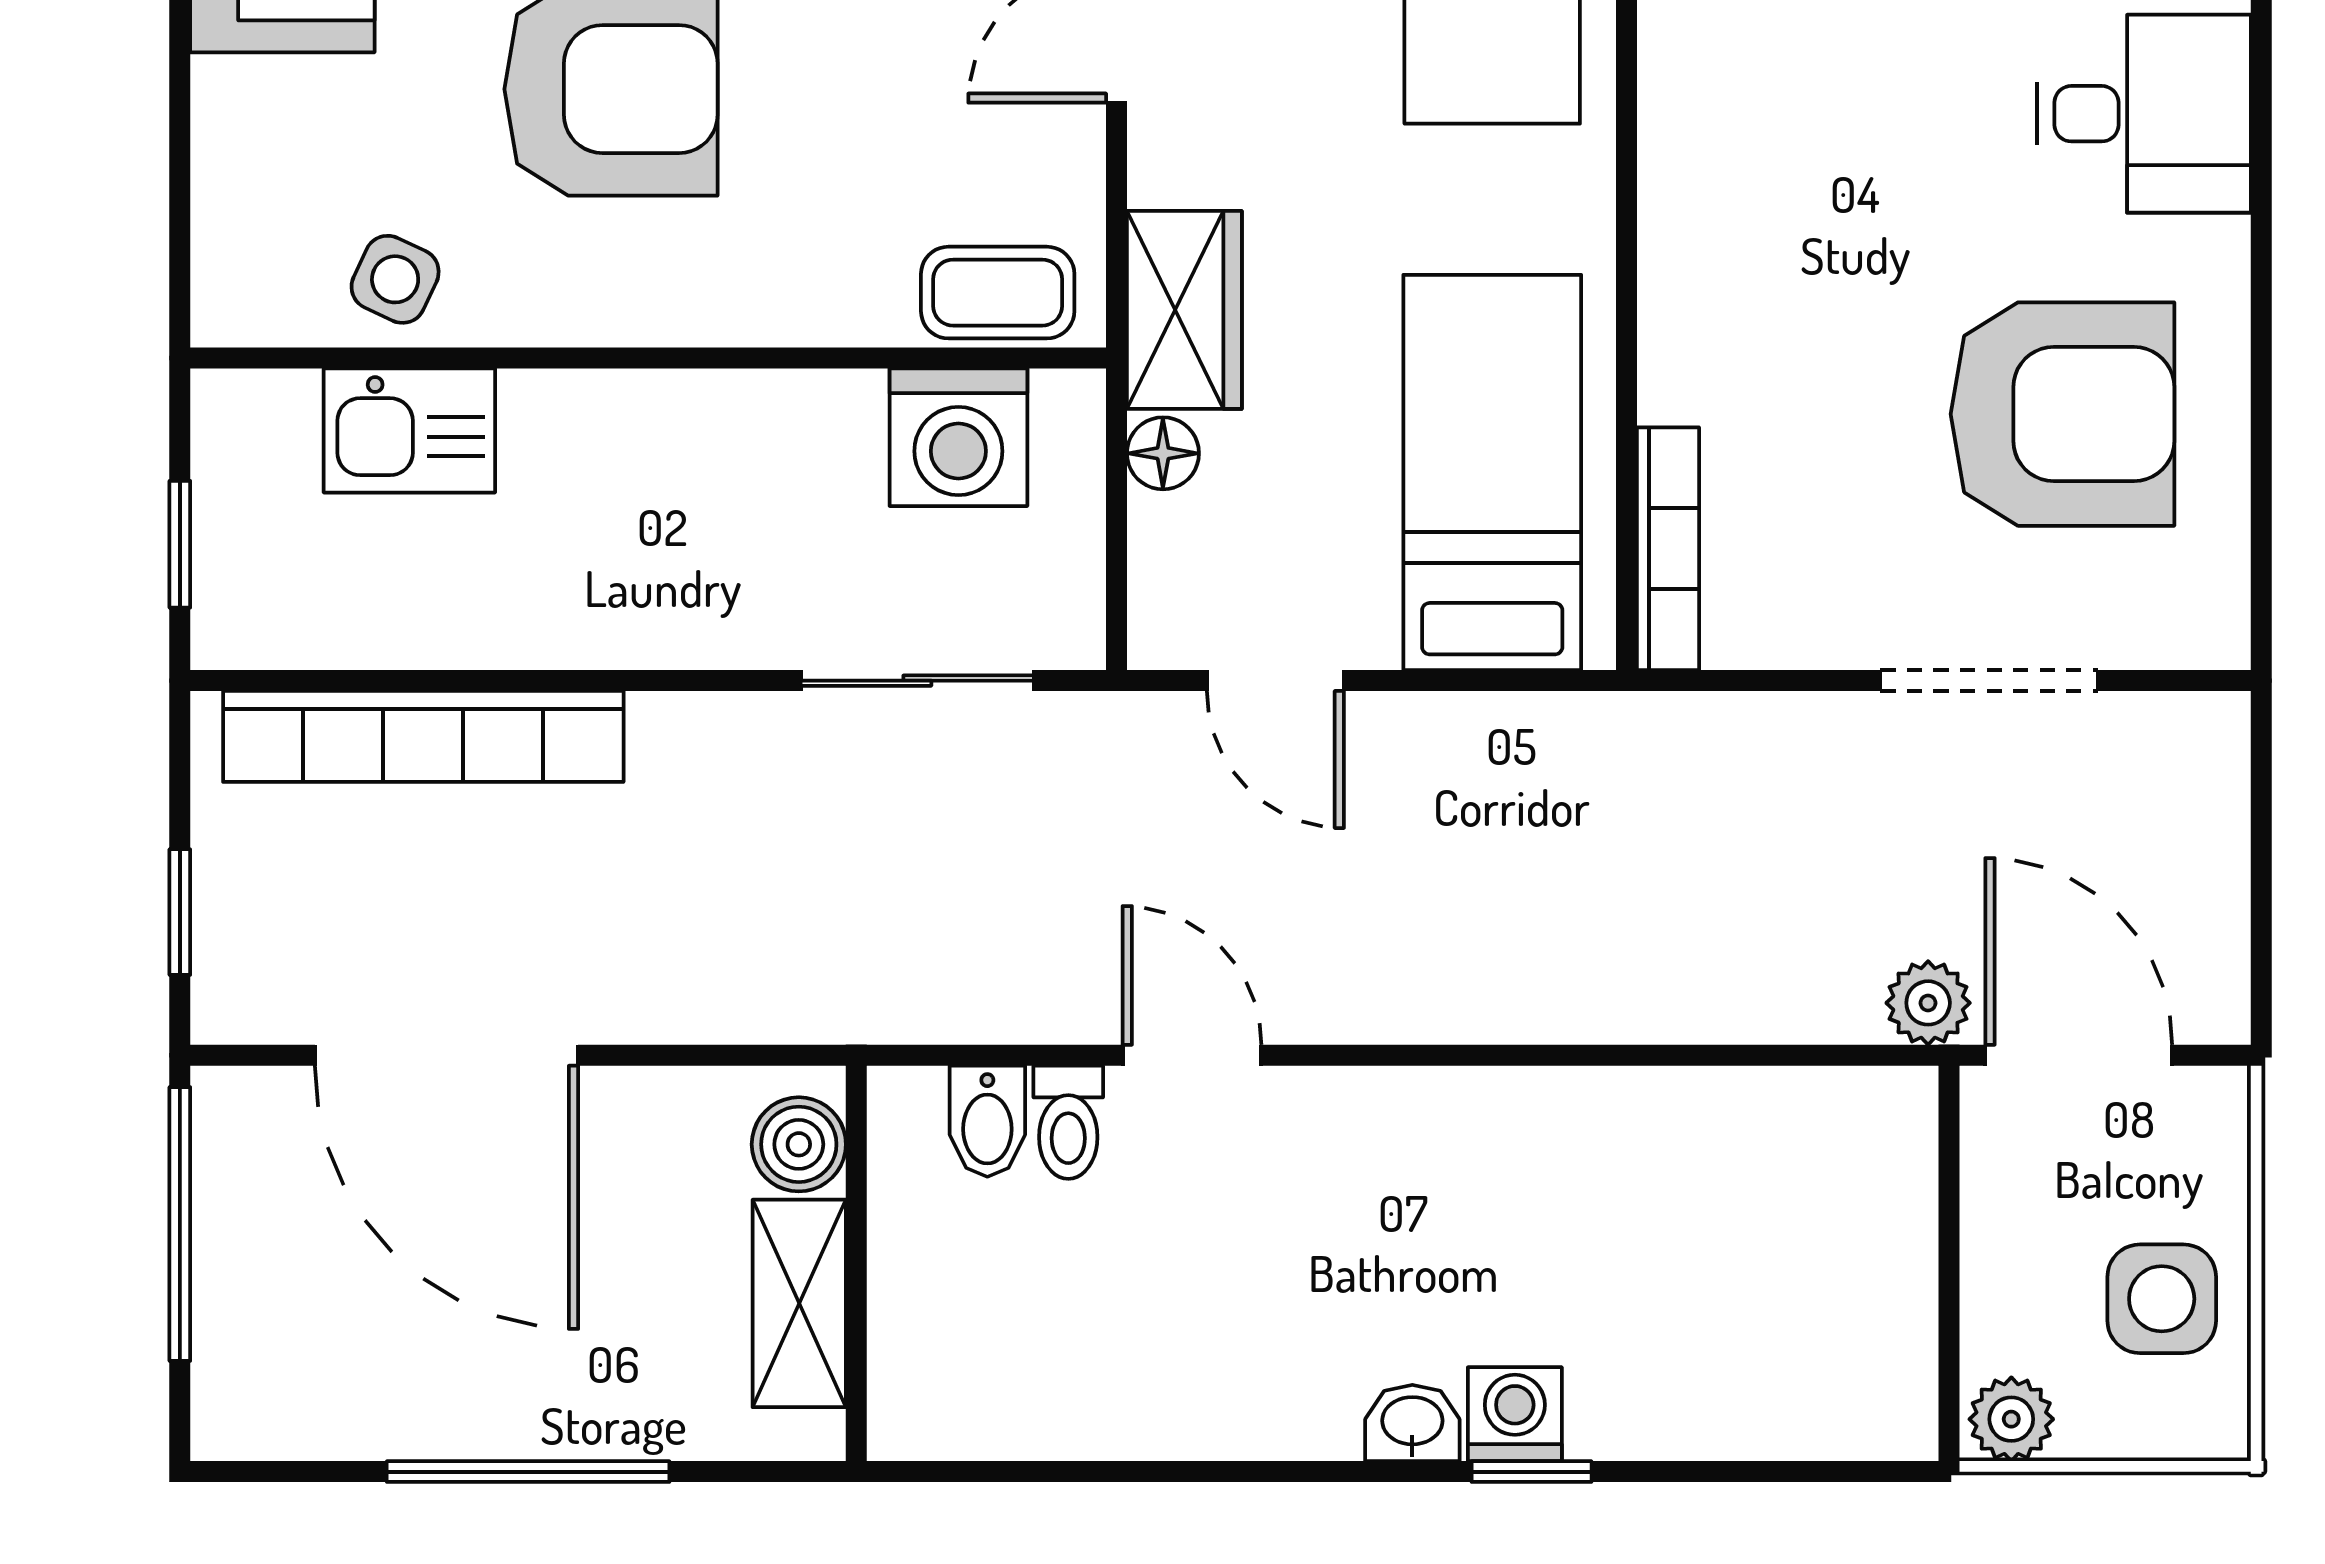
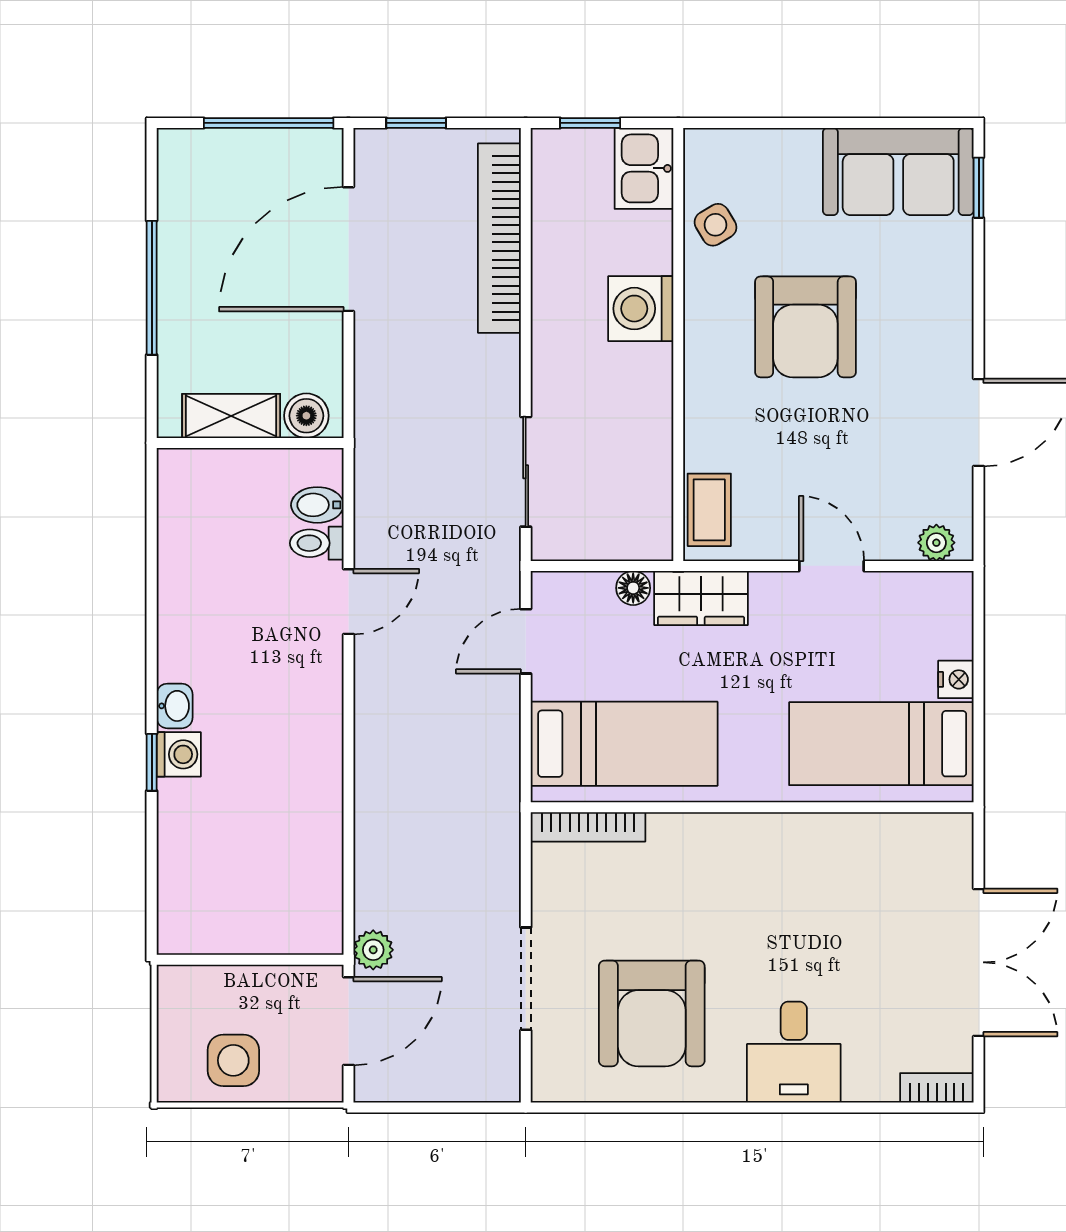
side table: (395, 279) -> (715, 225), turned 34
kitchen sink: (409, 430) -> (644, 168), moved
washing machine: (958, 437) -> (641, 309), moved
plant: (2011, 1419) -> (176, 989), removed

